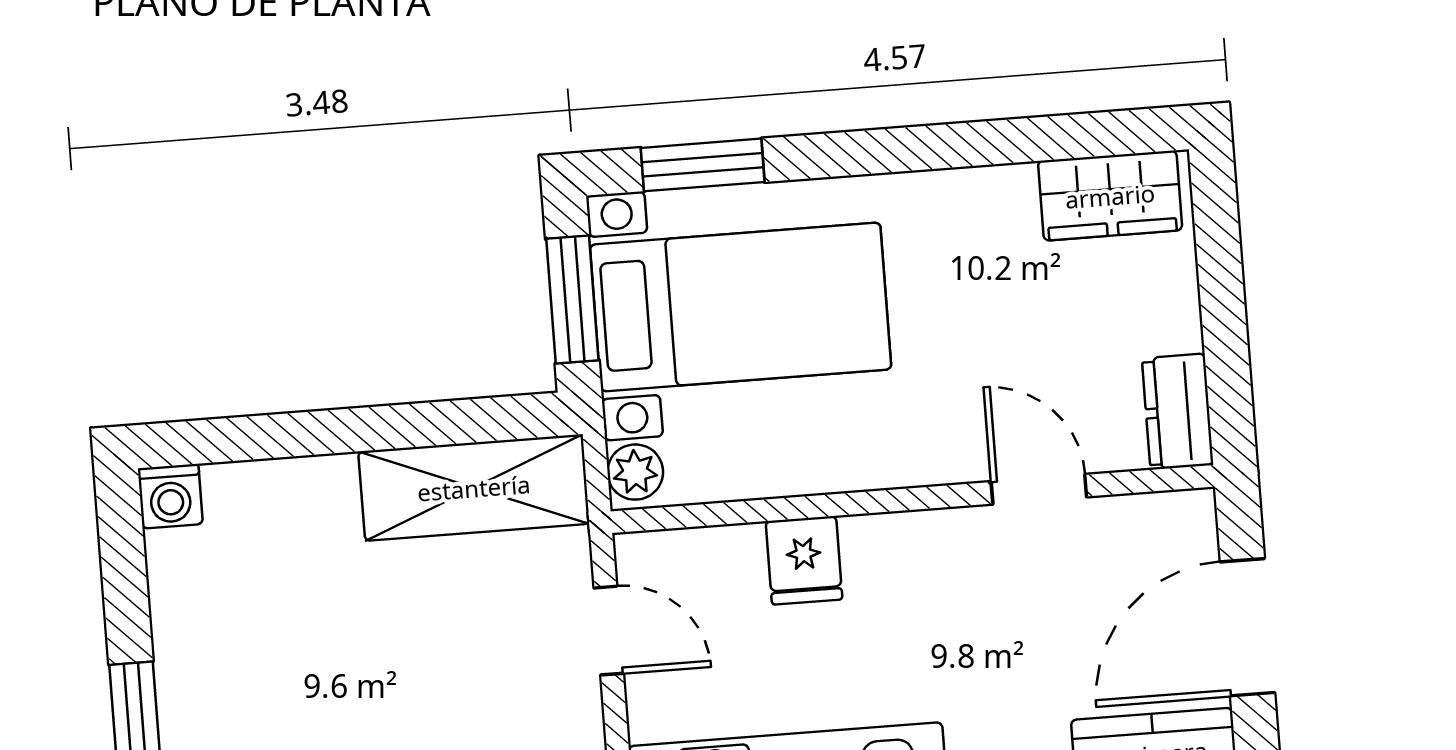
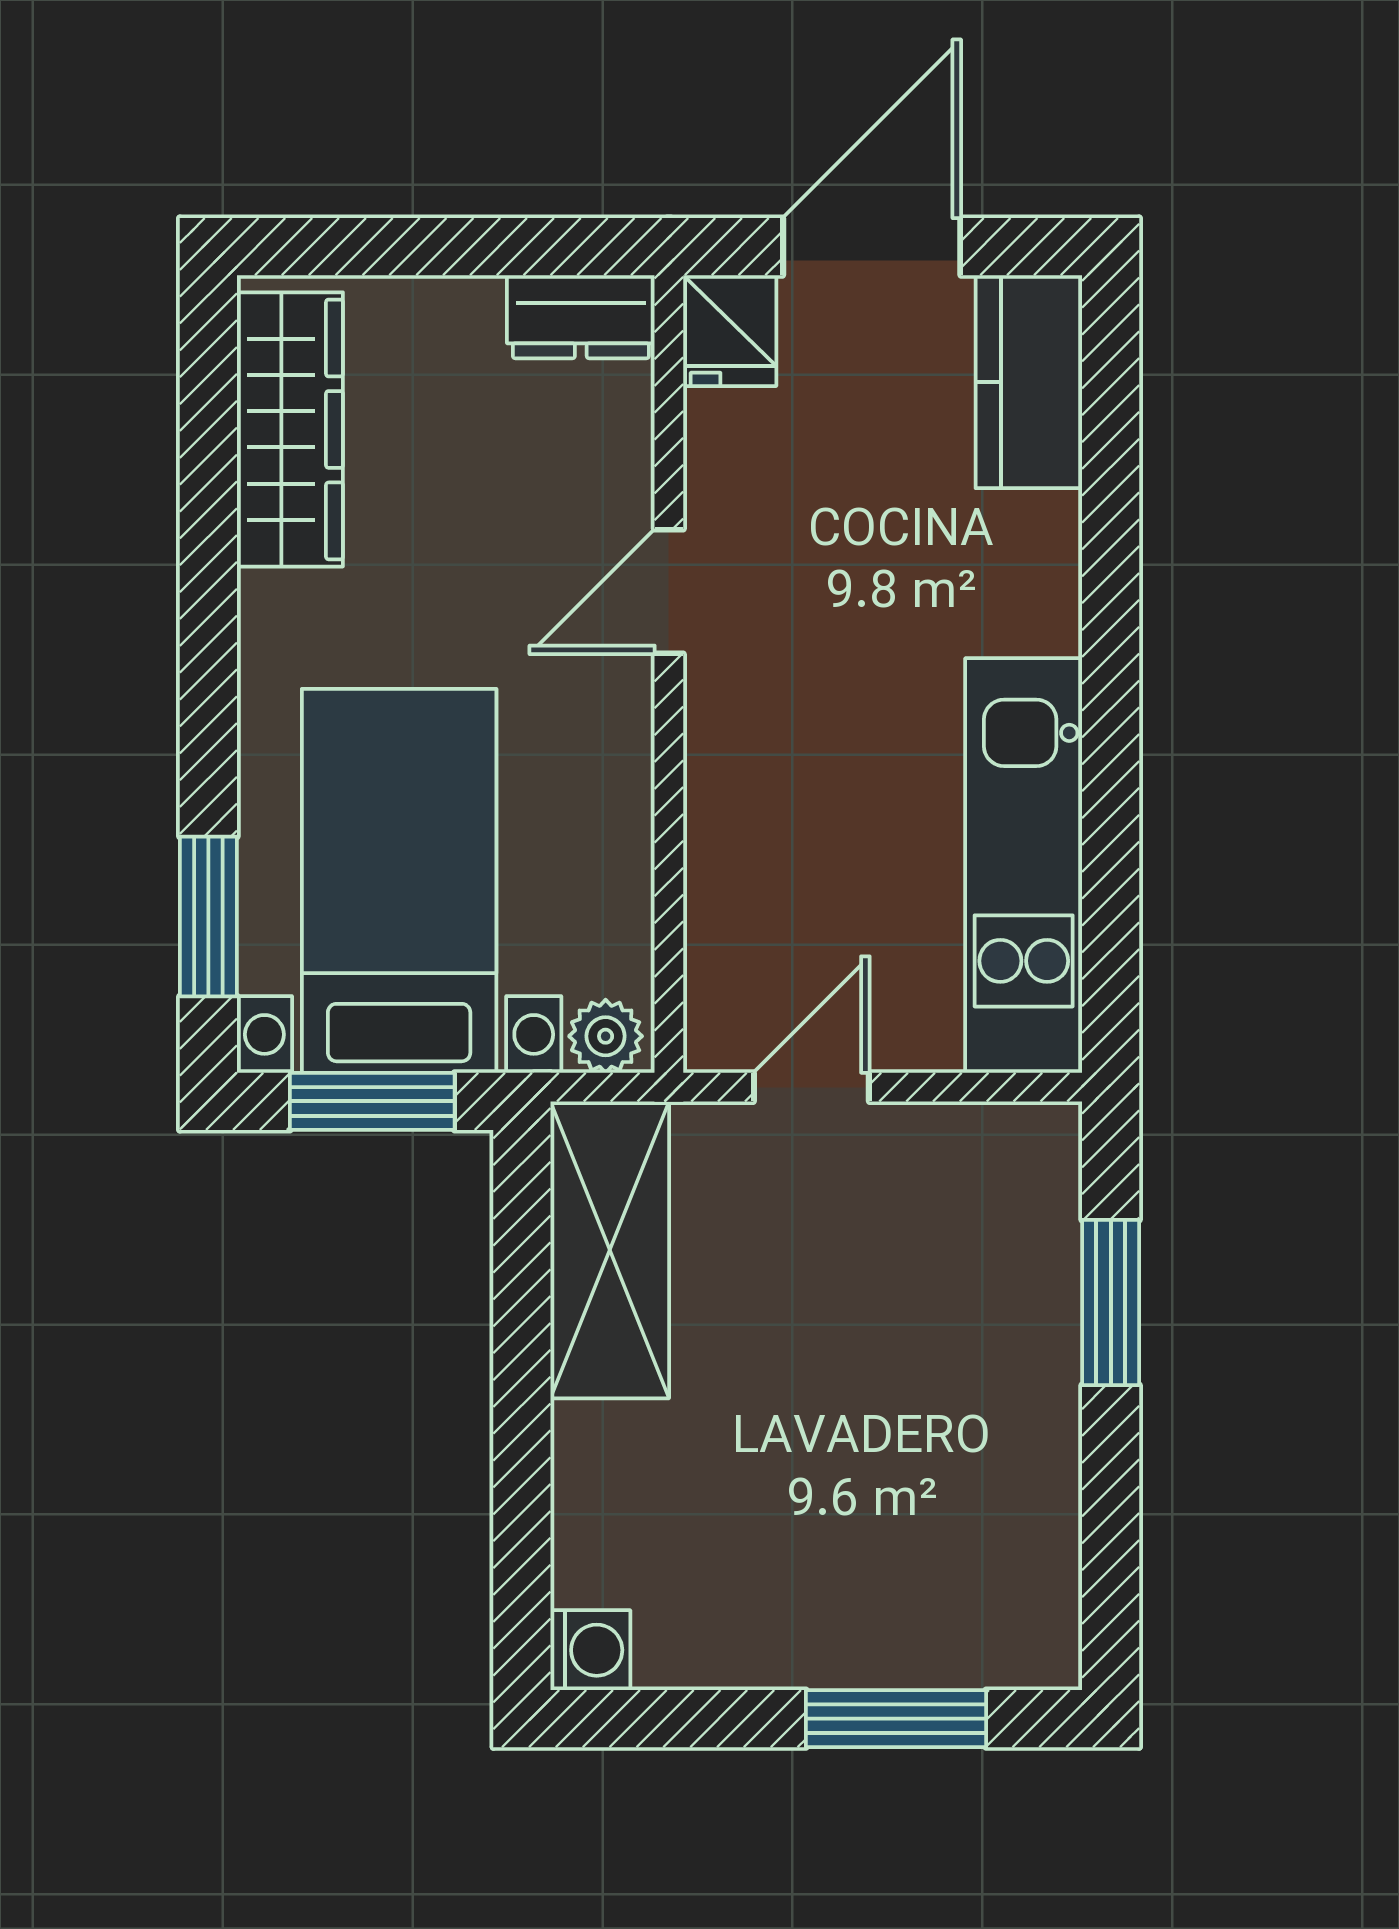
wardrobe: (1110, 196) -> (290, 429), width x1.50
door: (1039, 489) -> (669, 591), moved
fridge: (804, 560) -> (730, 331), moved, turned 90
door: (1248, 627) -> (872, 247), swing flipped

